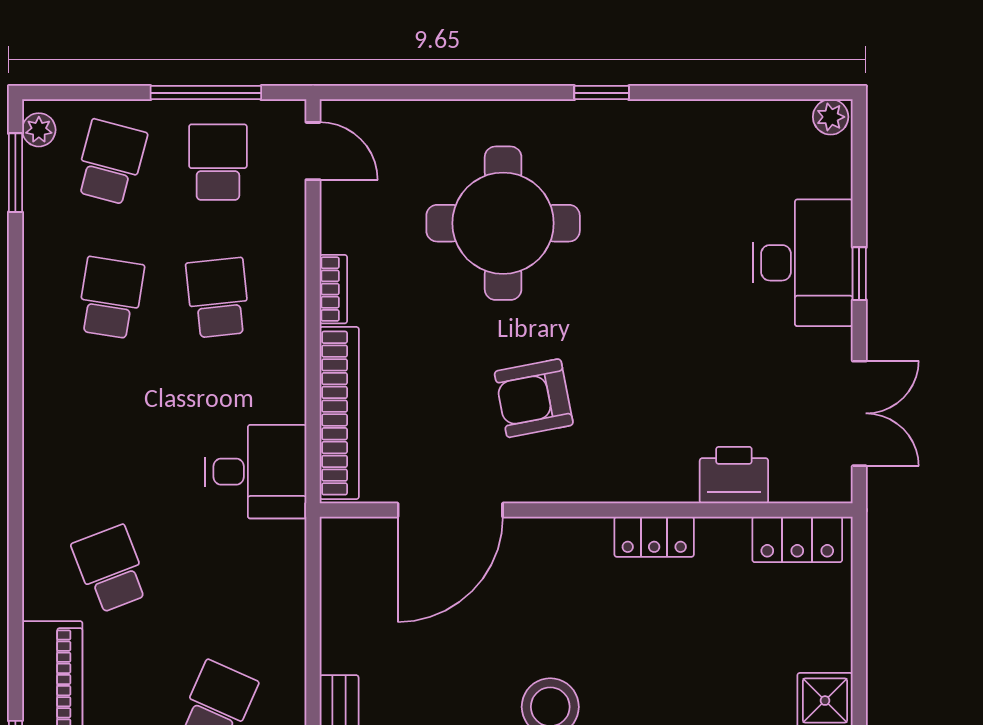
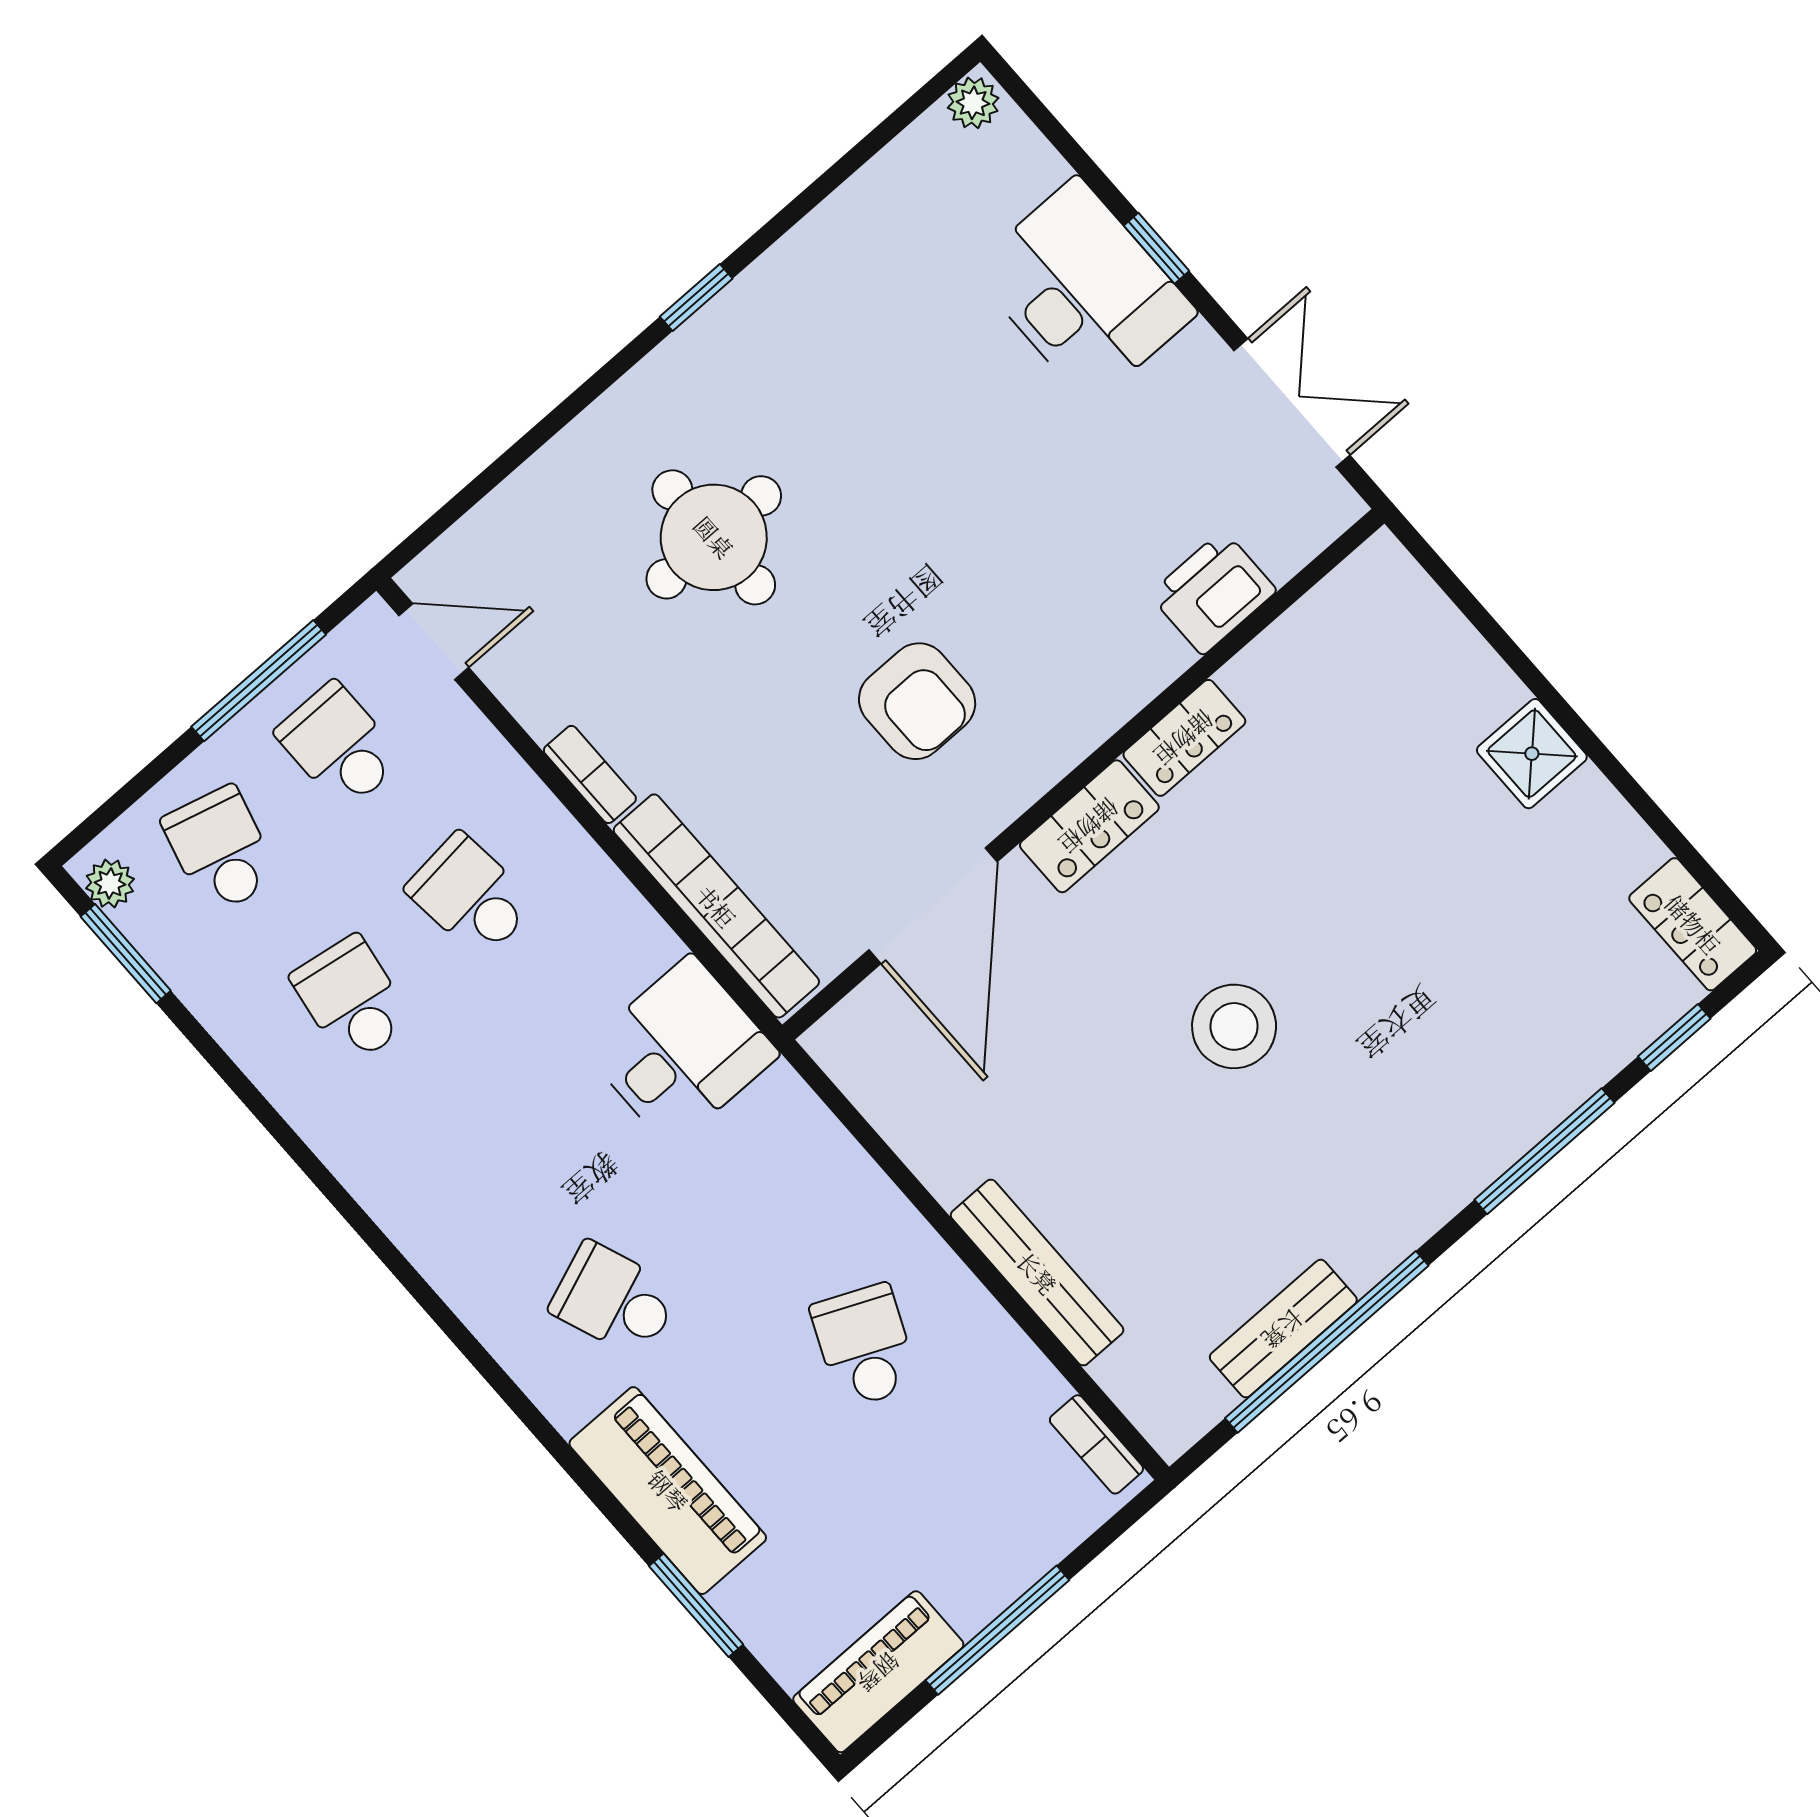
round table: (503, 223) -> (714, 537), width x0.73, depth x0.73
armchair: (534, 398) -> (917, 701), turned -79
locker: (797, 539) -> (1089, 826), moved

